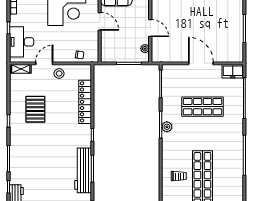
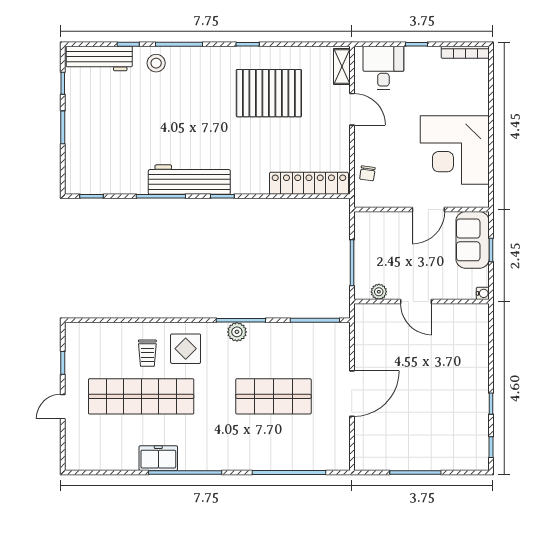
door: (150, 28) -> (416, 302), hinge flipped
desk: (22, 42) -> (383, 68), width x0.73
freezer: (233, 71) -> (158, 458), moved, turned 90
stool: (59, 73) -> (156, 63), moved
locker: (85, 102) -> (309, 183), moved
shop shelf: (202, 107) -> (273, 396), turned 90
pallet: (35, 109) -> (269, 93), width x1.37, depth x1.41
display table: (176, 155) -> (186, 349), added
workbench: (83, 170) -> (189, 180), moved

